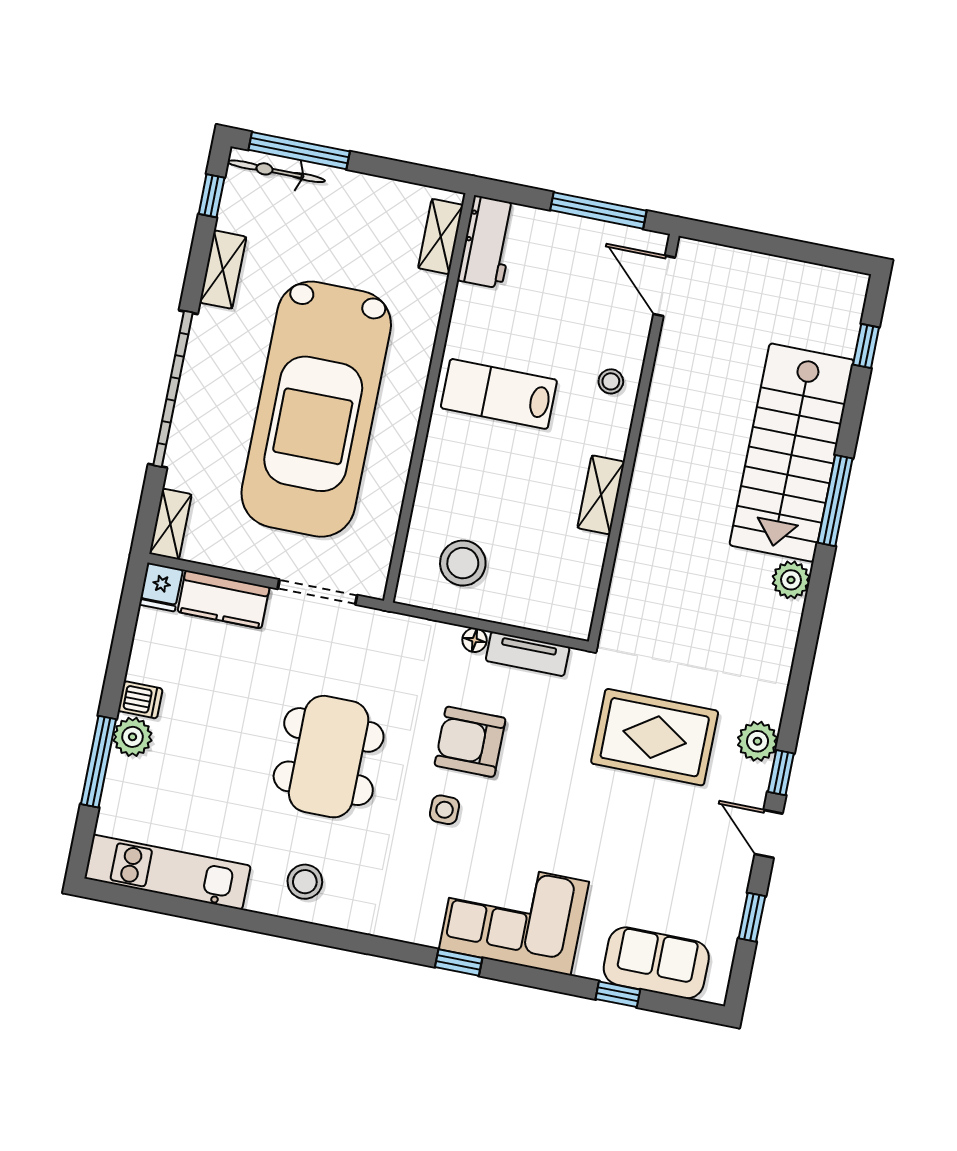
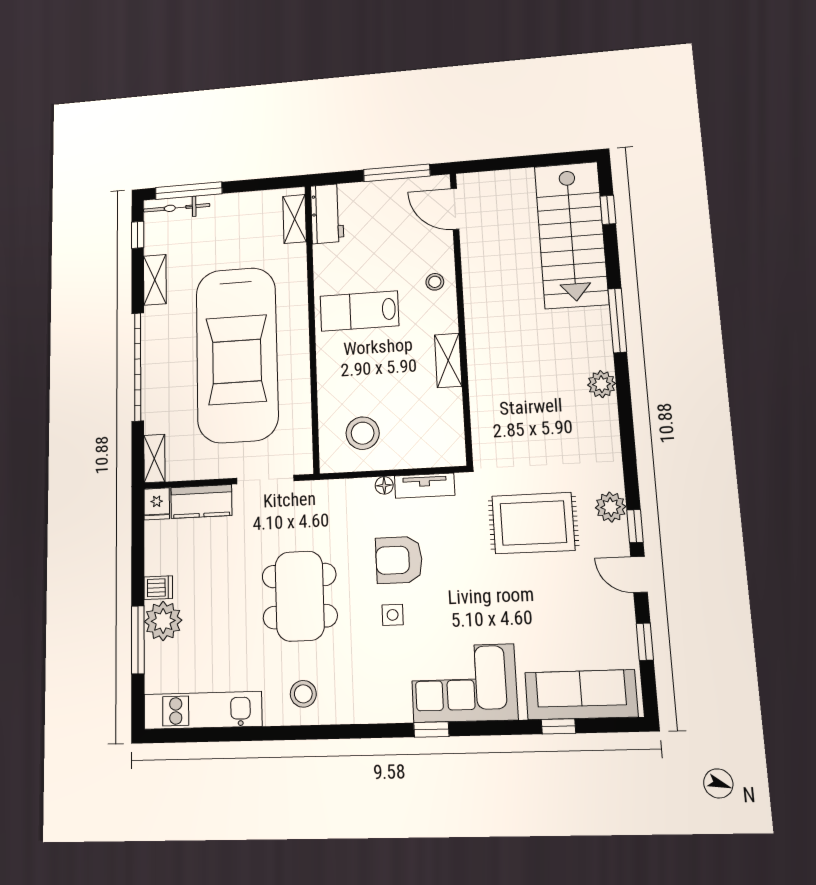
stairs: (792, 453) -> (571, 235), moved
plant: (132, 737) -> (163, 621), width x1.36, depth x1.36
sofa: (656, 963) -> (581, 695), width x1.36

